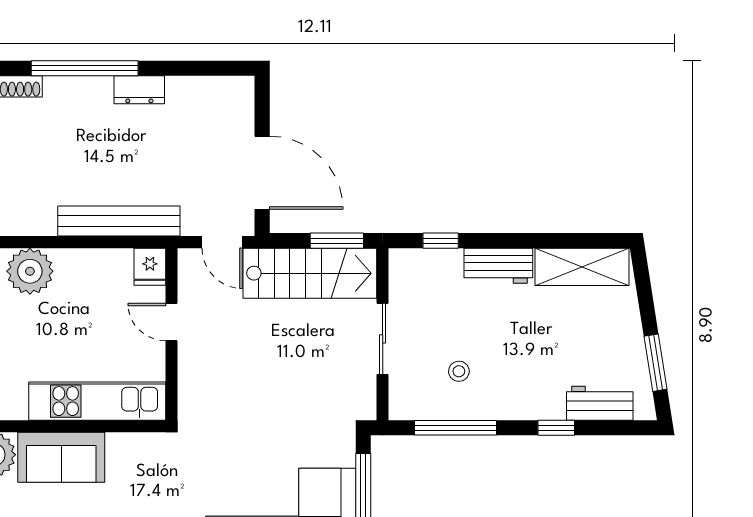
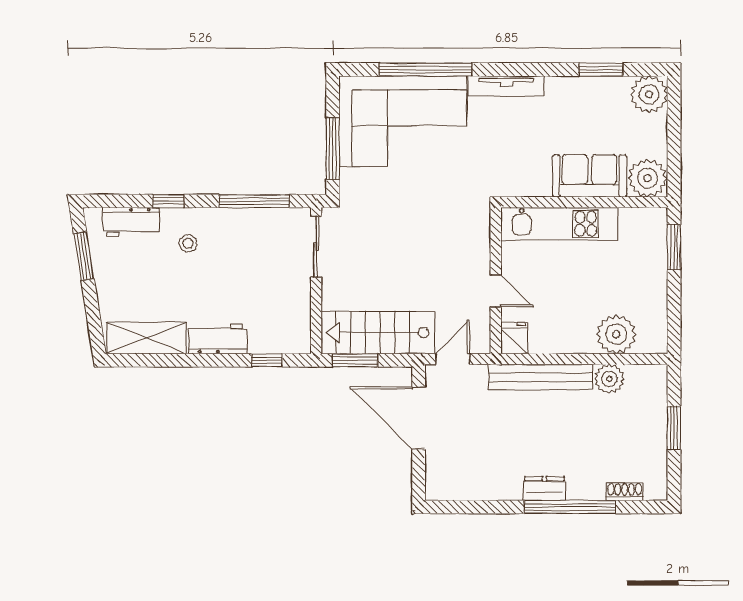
dresser: (139, 90) -> (545, 489), moved
plant: (38, 219) -> (609, 379), added
door: (222, 242) -> (453, 359), hinge flipped
sliding door: (383, 339) -> (316, 247), moved
stool: (459, 371) -> (188, 243), moved

